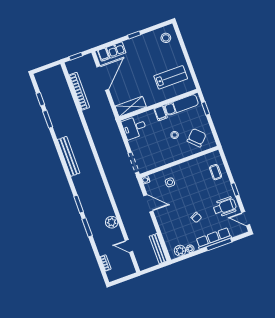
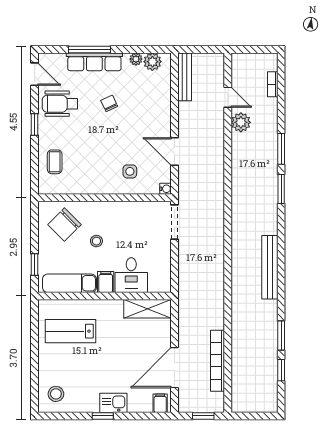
kitchen sink: (116, 50) -> (113, 403), moved
desk: (134, 128) -> (131, 275), moved, turned 90
plant: (112, 222) -> (241, 122), moved

